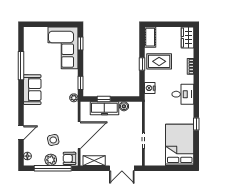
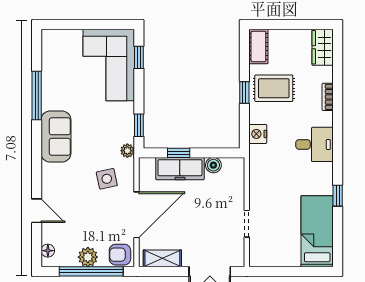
door: (21, 133) -> (37, 211), hinge flipped
side table: (53, 140) -> (107, 179), moved
bed: (180, 145) -> (317, 231), width x0.67

